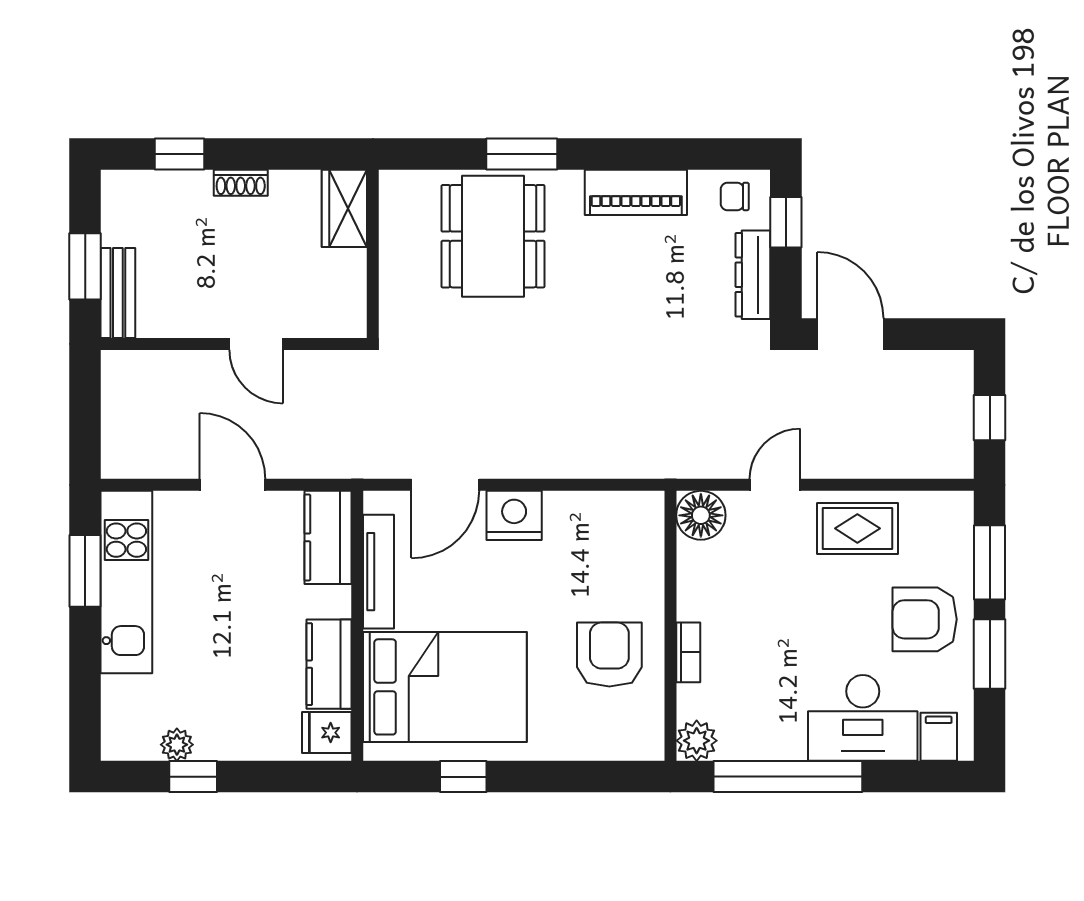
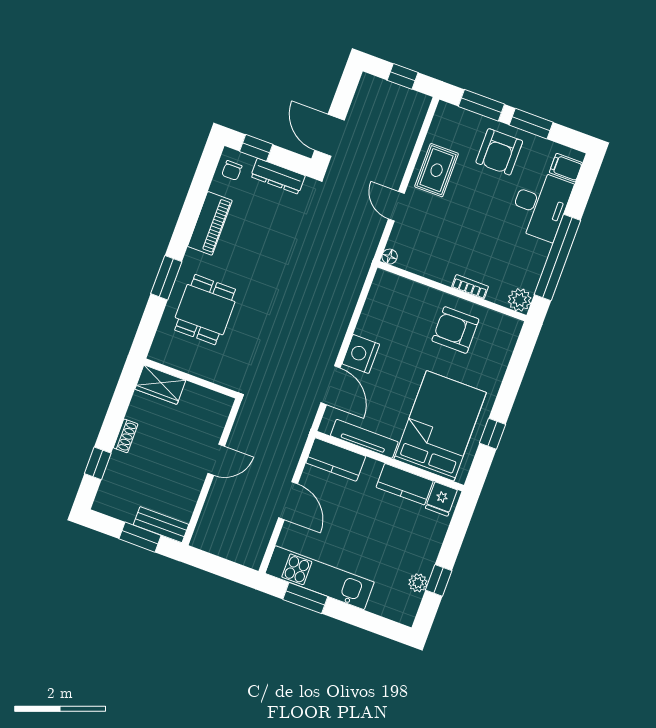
dining table: (493, 236) -> (205, 310), width x0.73
door: (850, 334) -> (330, 135), hinge flipped
door: (233, 485) -> (288, 501), swing flipped
floor lamp: (701, 515) -> (390, 257), width x0.53, depth x0.53

